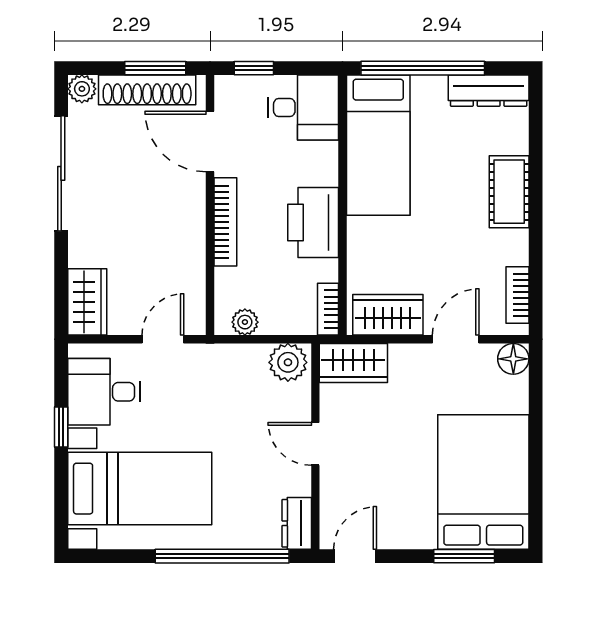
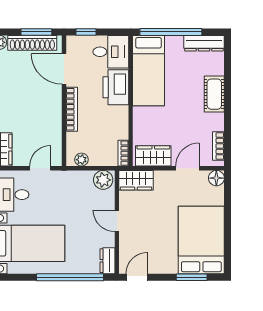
printer: (313, 223) -> (116, 87), moved

